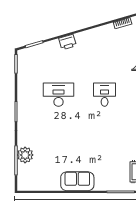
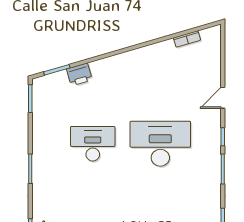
printer: (68, 42) -> (79, 74), moved
desk: (105, 95) -> (160, 144), width x1.87, depth x1.30

